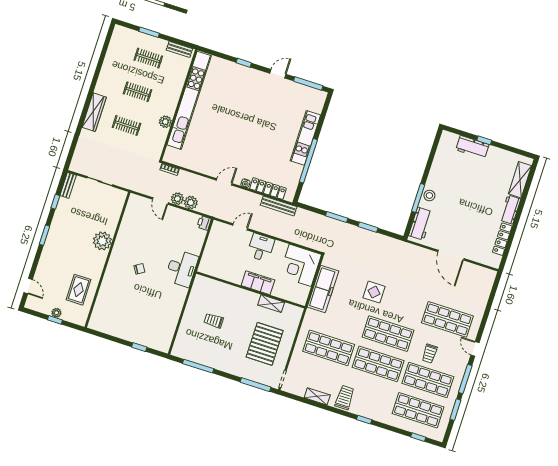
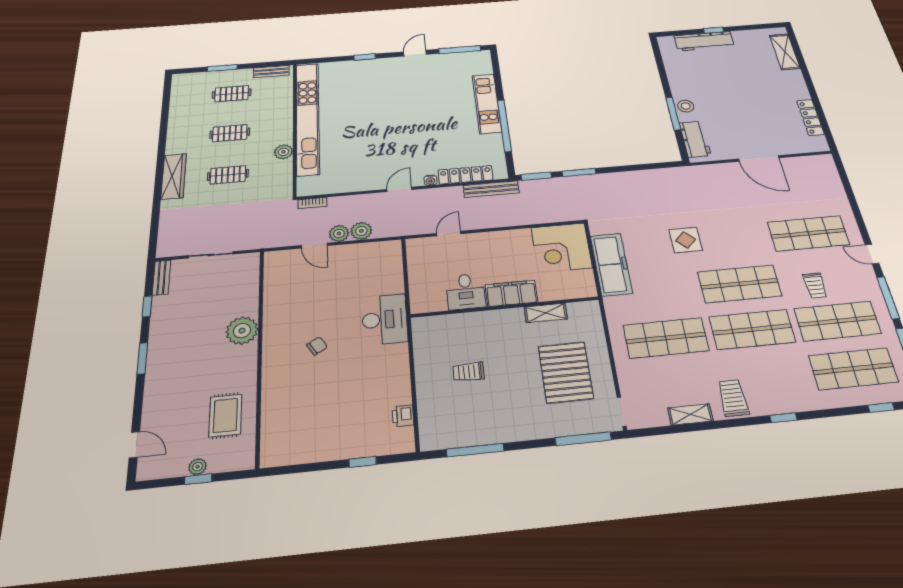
workbench: (472, 147) -> (704, 41), width x1.37
workbench: (510, 210) -> (796, 84), removed
printer: (204, 223) -> (403, 416), moved
window: (368, 227) -> (536, 176), moved
desk: (261, 247) -> (466, 292), moved, turned 180

